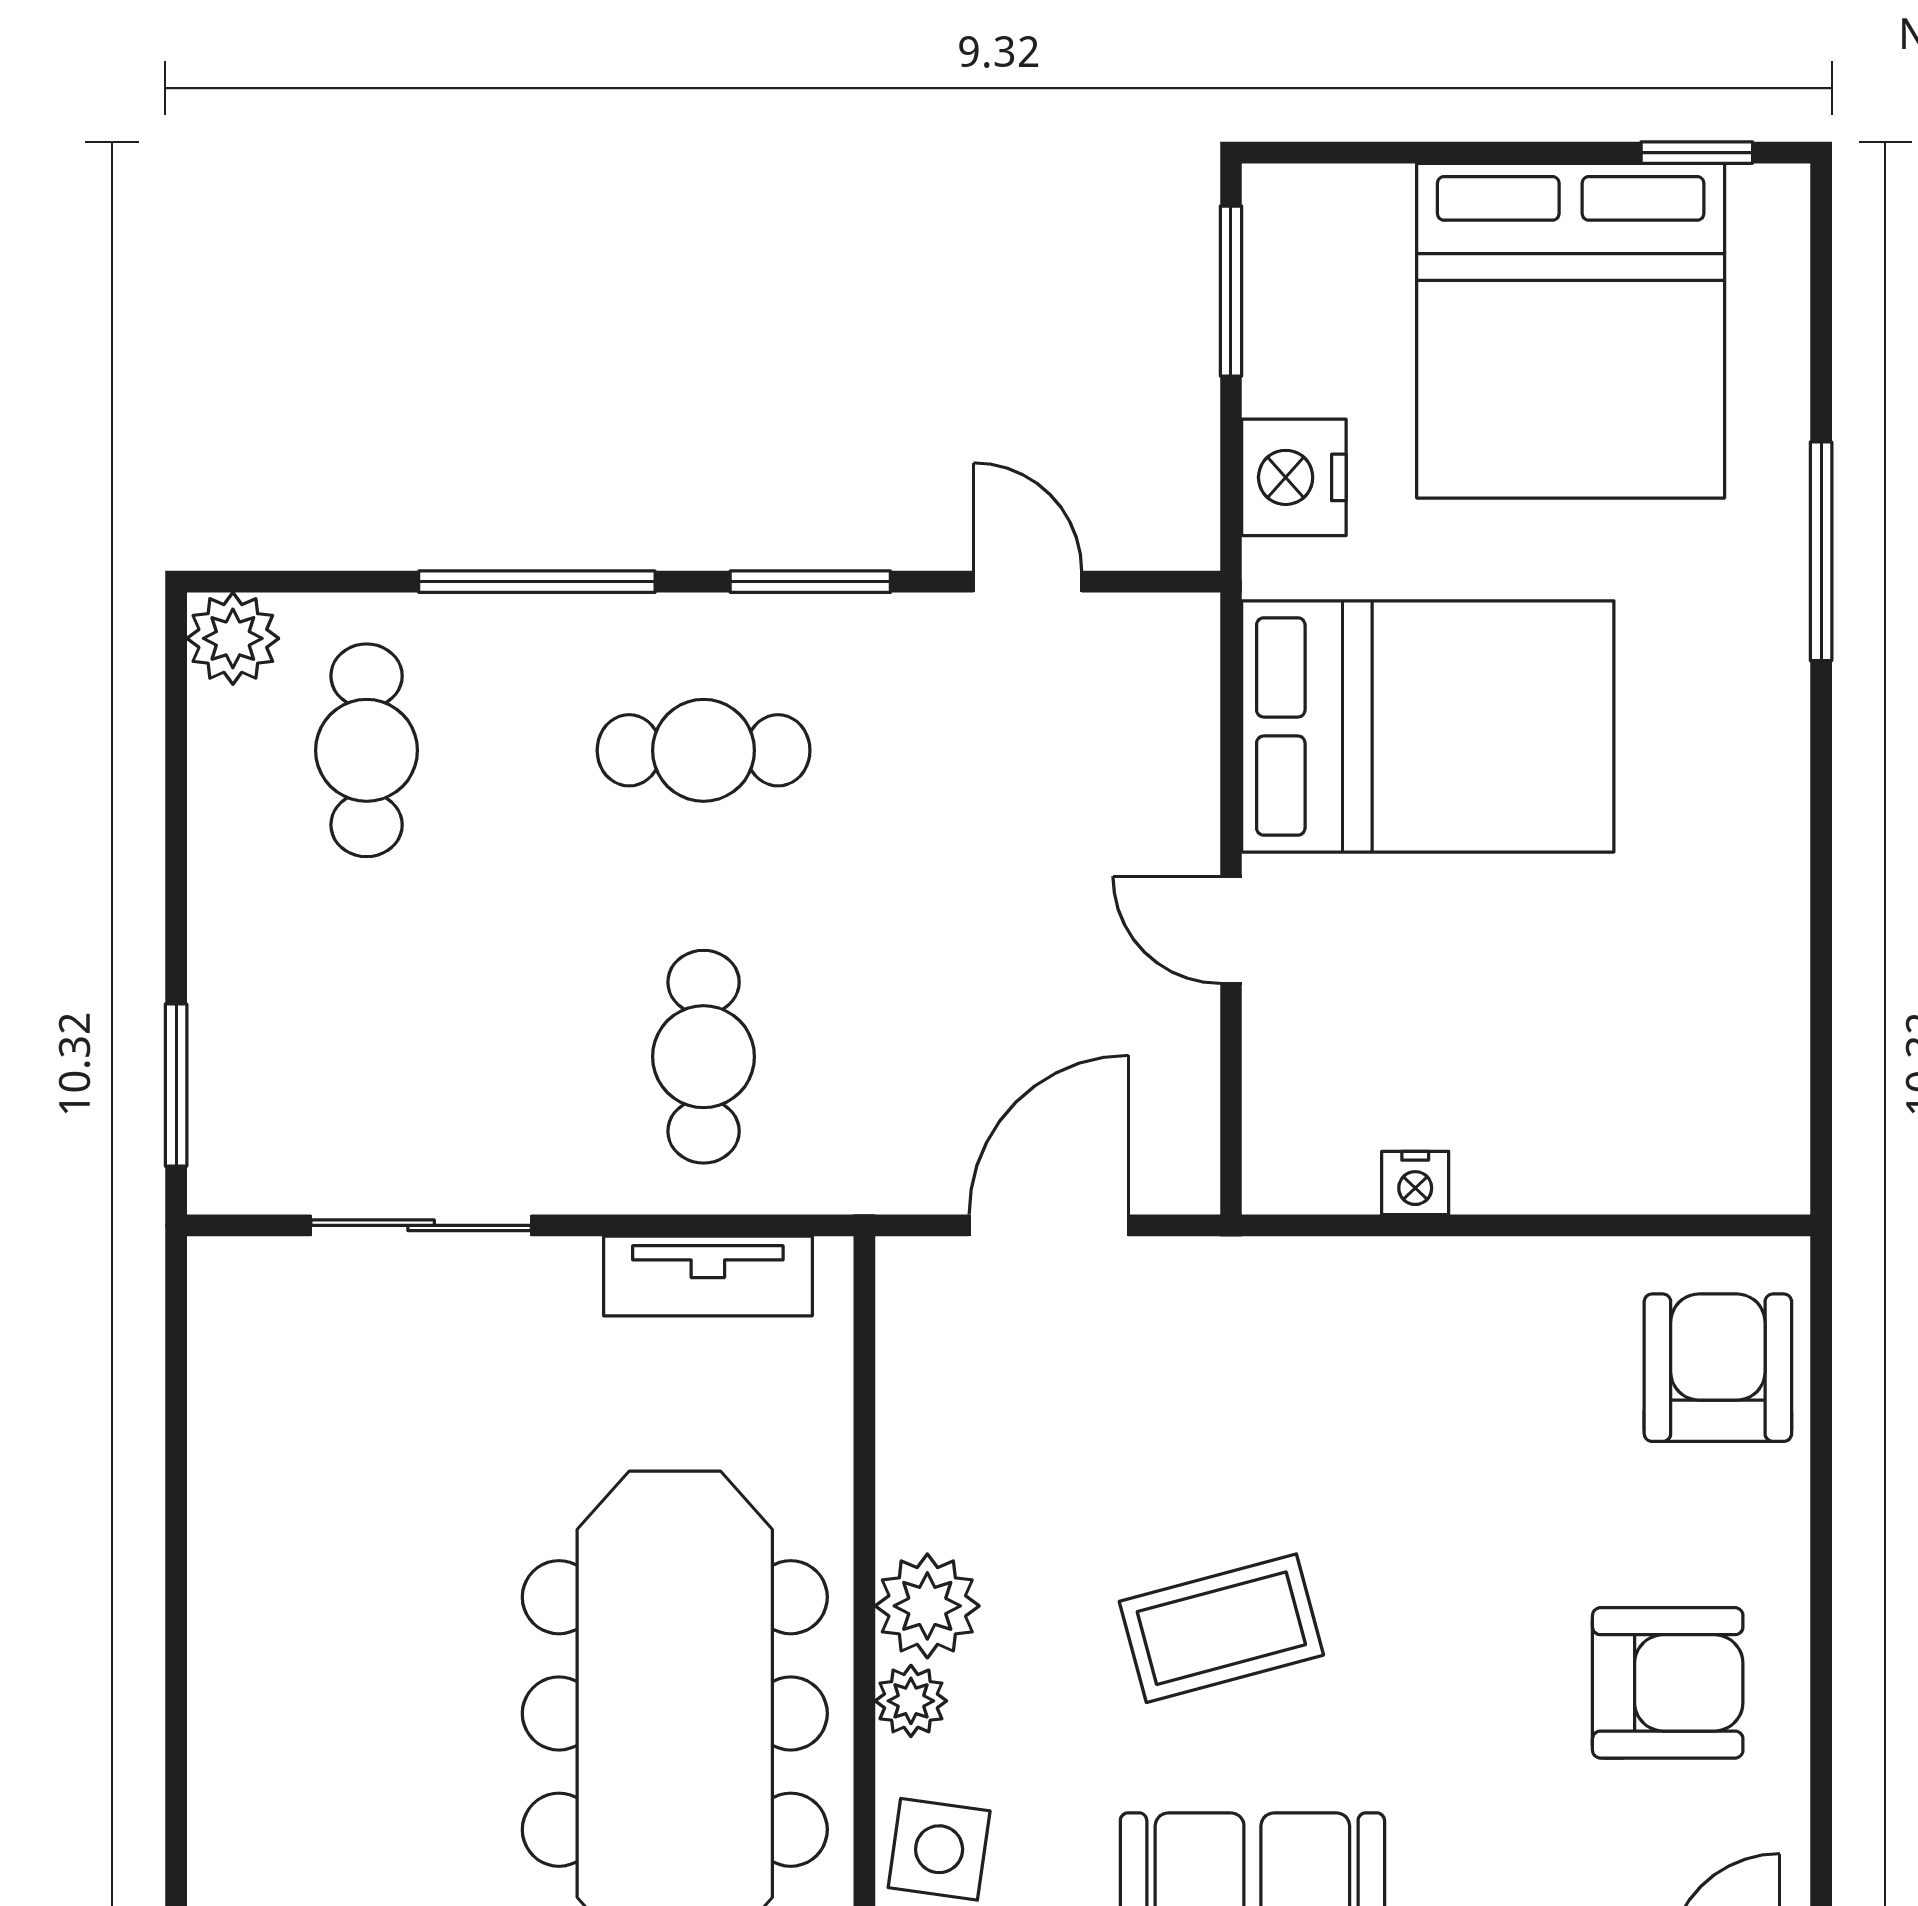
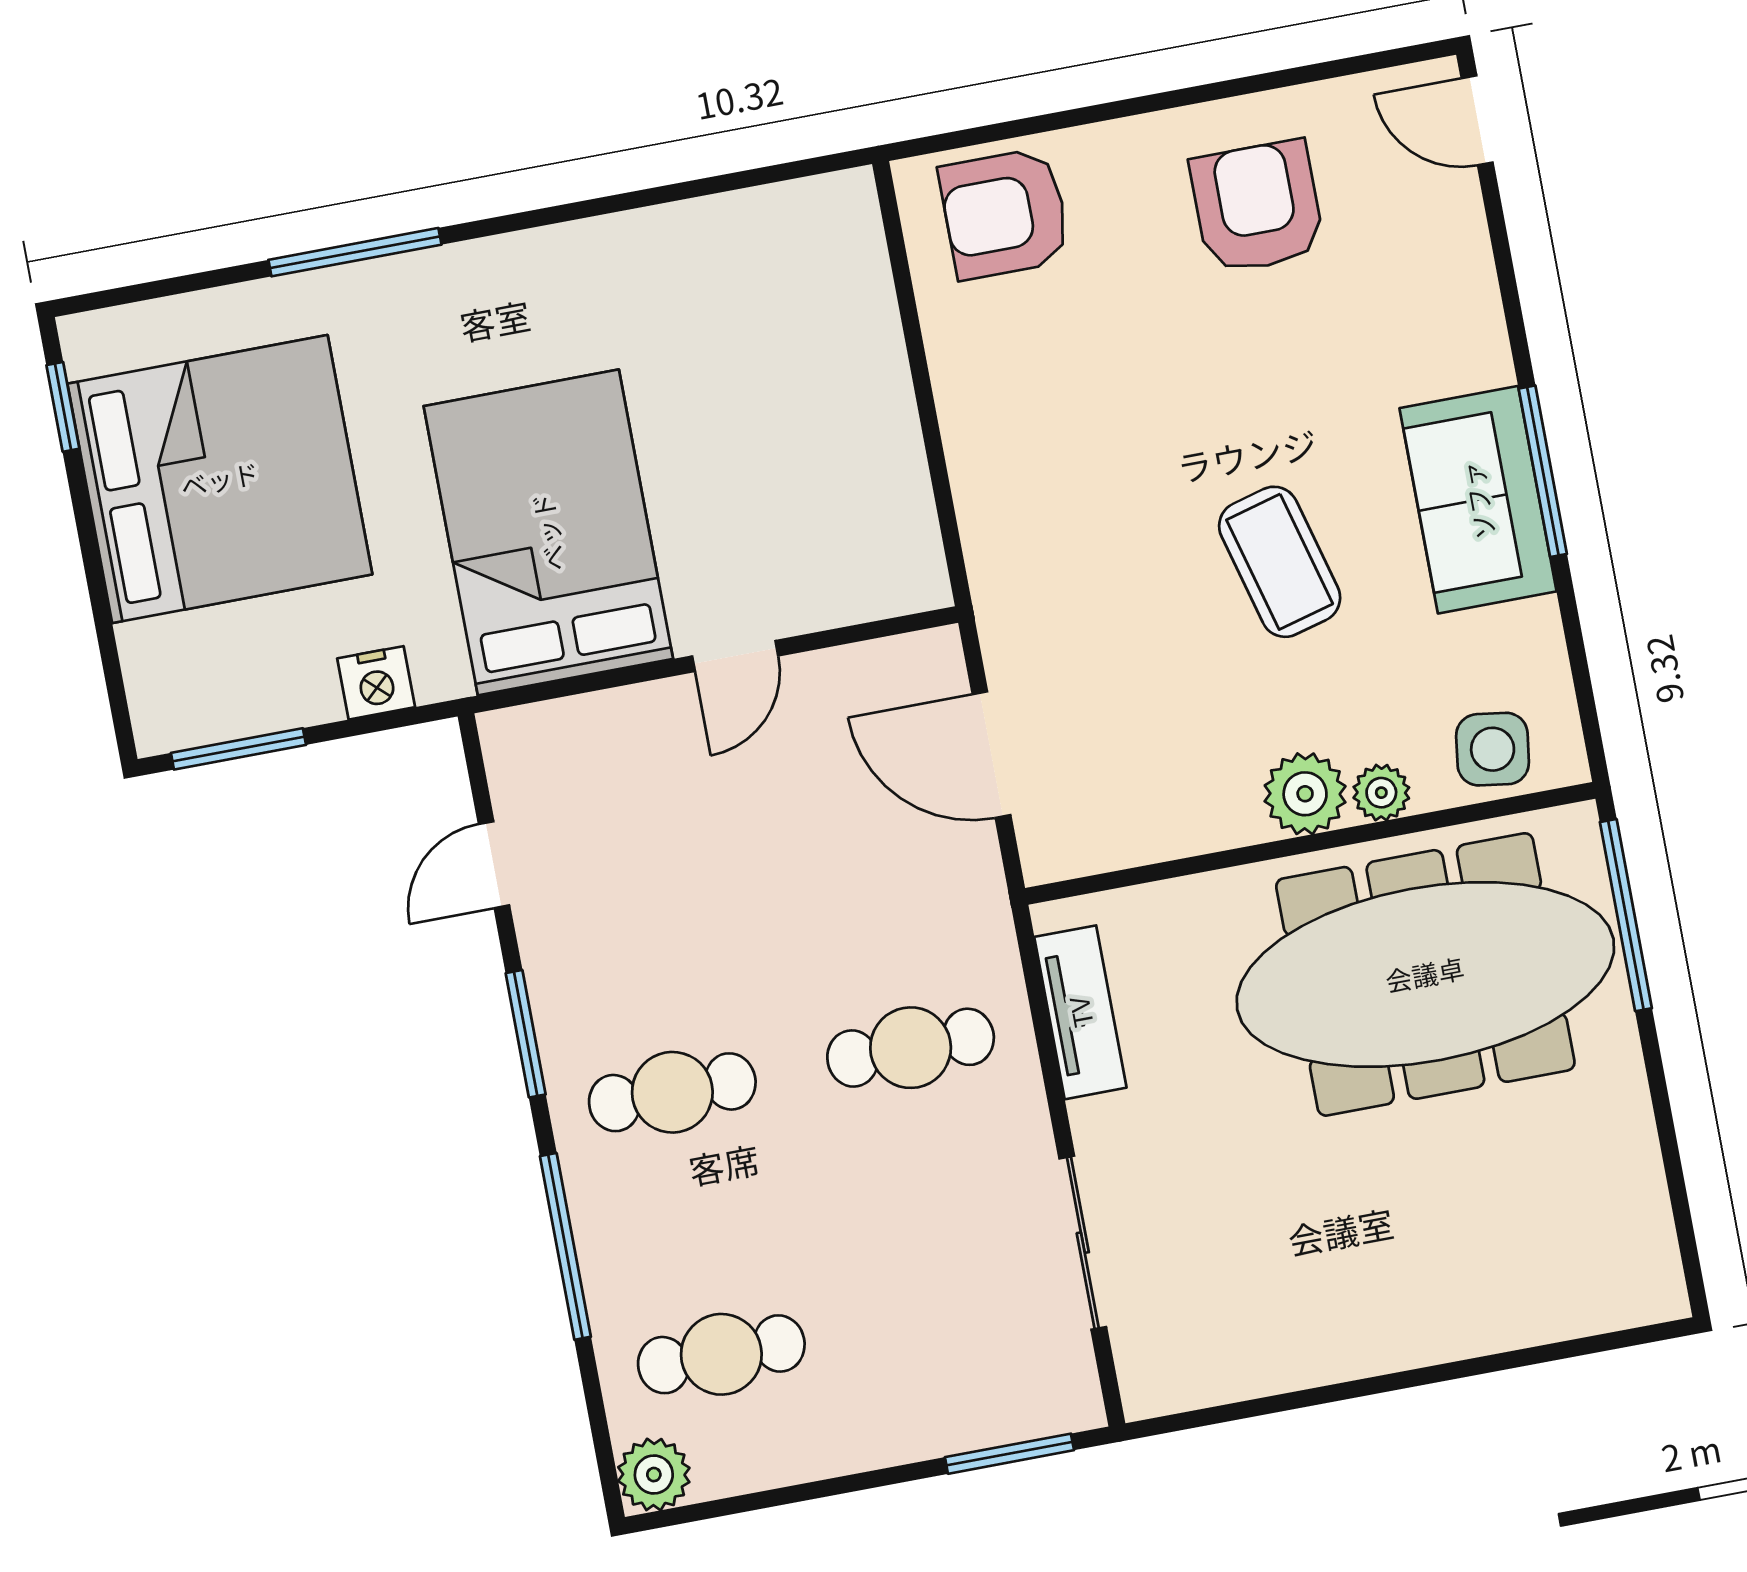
nightstand: (1294, 477) -> (376, 683), width x0.74, depth x0.75
cafe table: (704, 750) -> (672, 1092), turned 90
nightstand: (1415, 1183) -> (905, 476), removed

